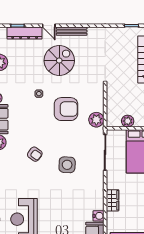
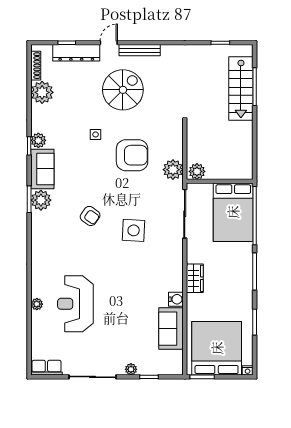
door: (49, 26) -> (109, 43), swing flipped
plant: (128, 121) -> (197, 171), moved

